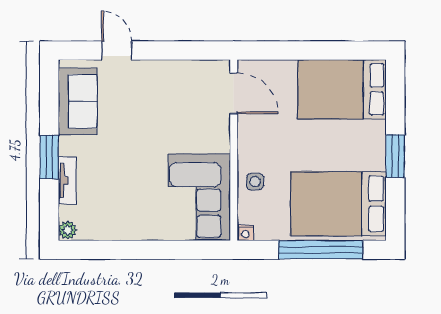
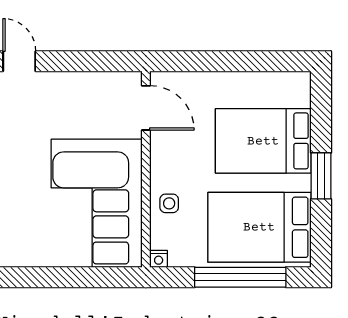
bed: (342, 89) -> (263, 141), moved
corner sofa: (199, 197) -> (97, 203), width x1.36, depth x1.36

